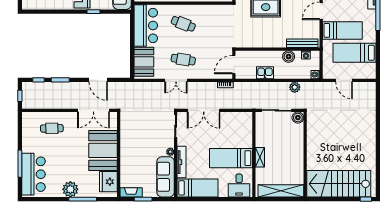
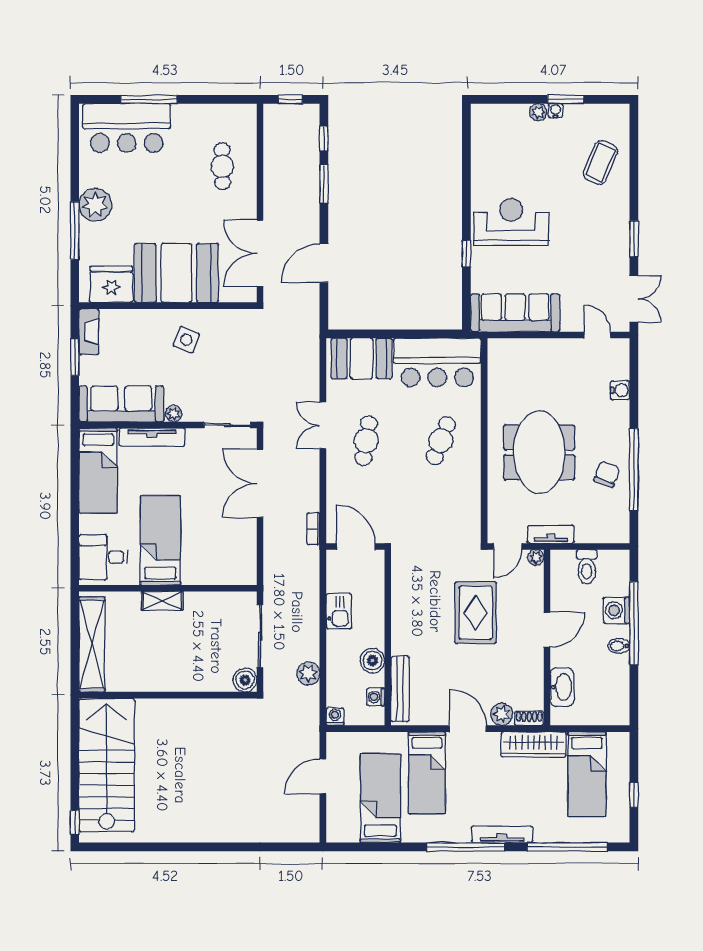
side table: (135, 146) -> (186, 340), added

